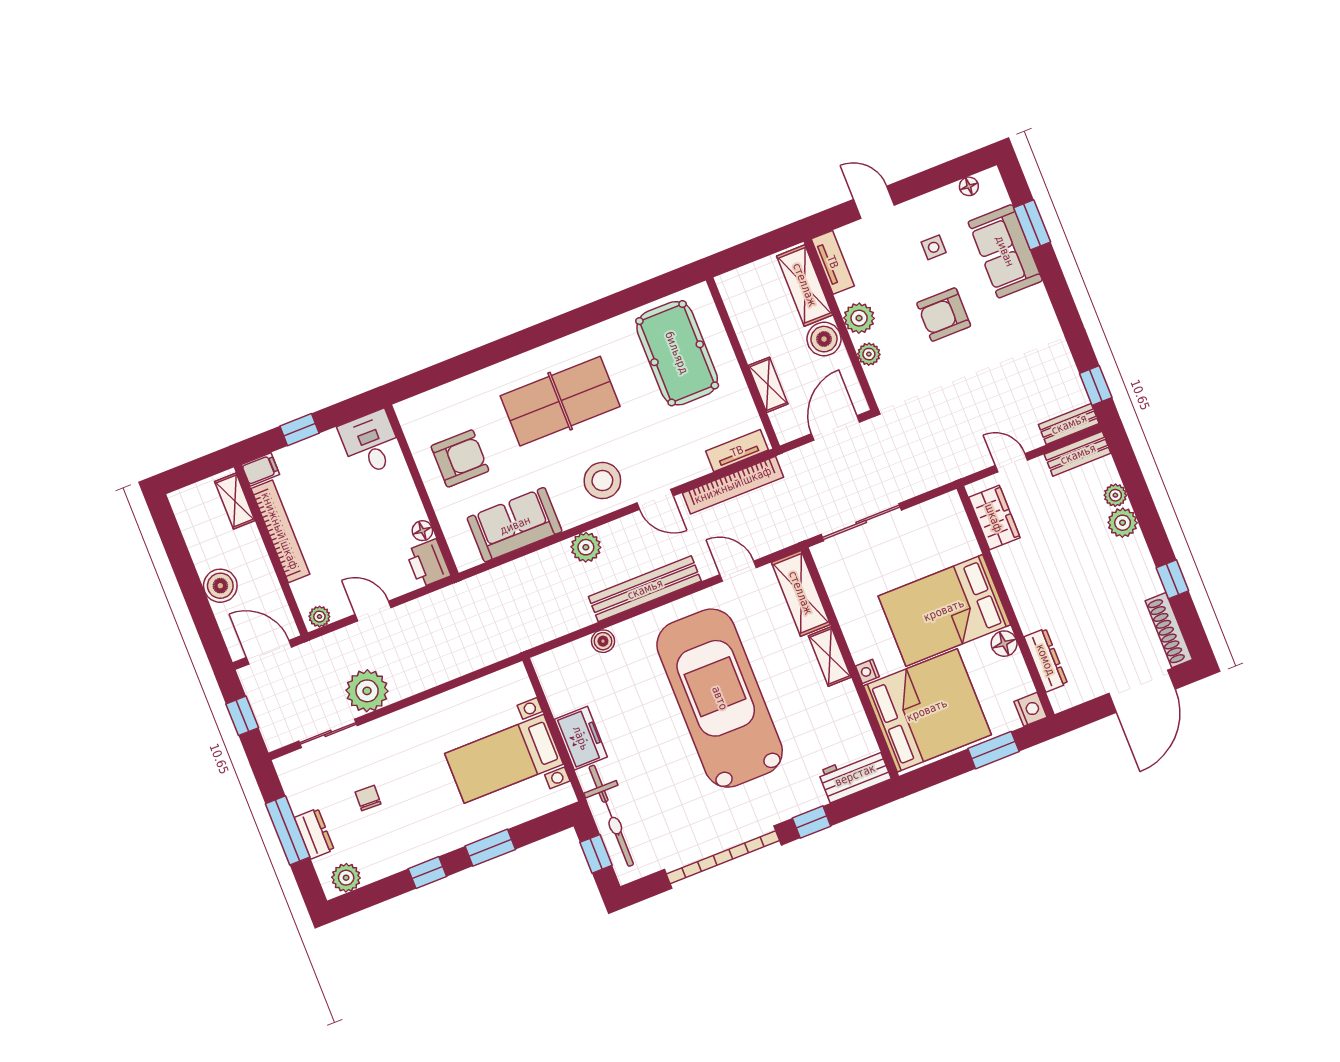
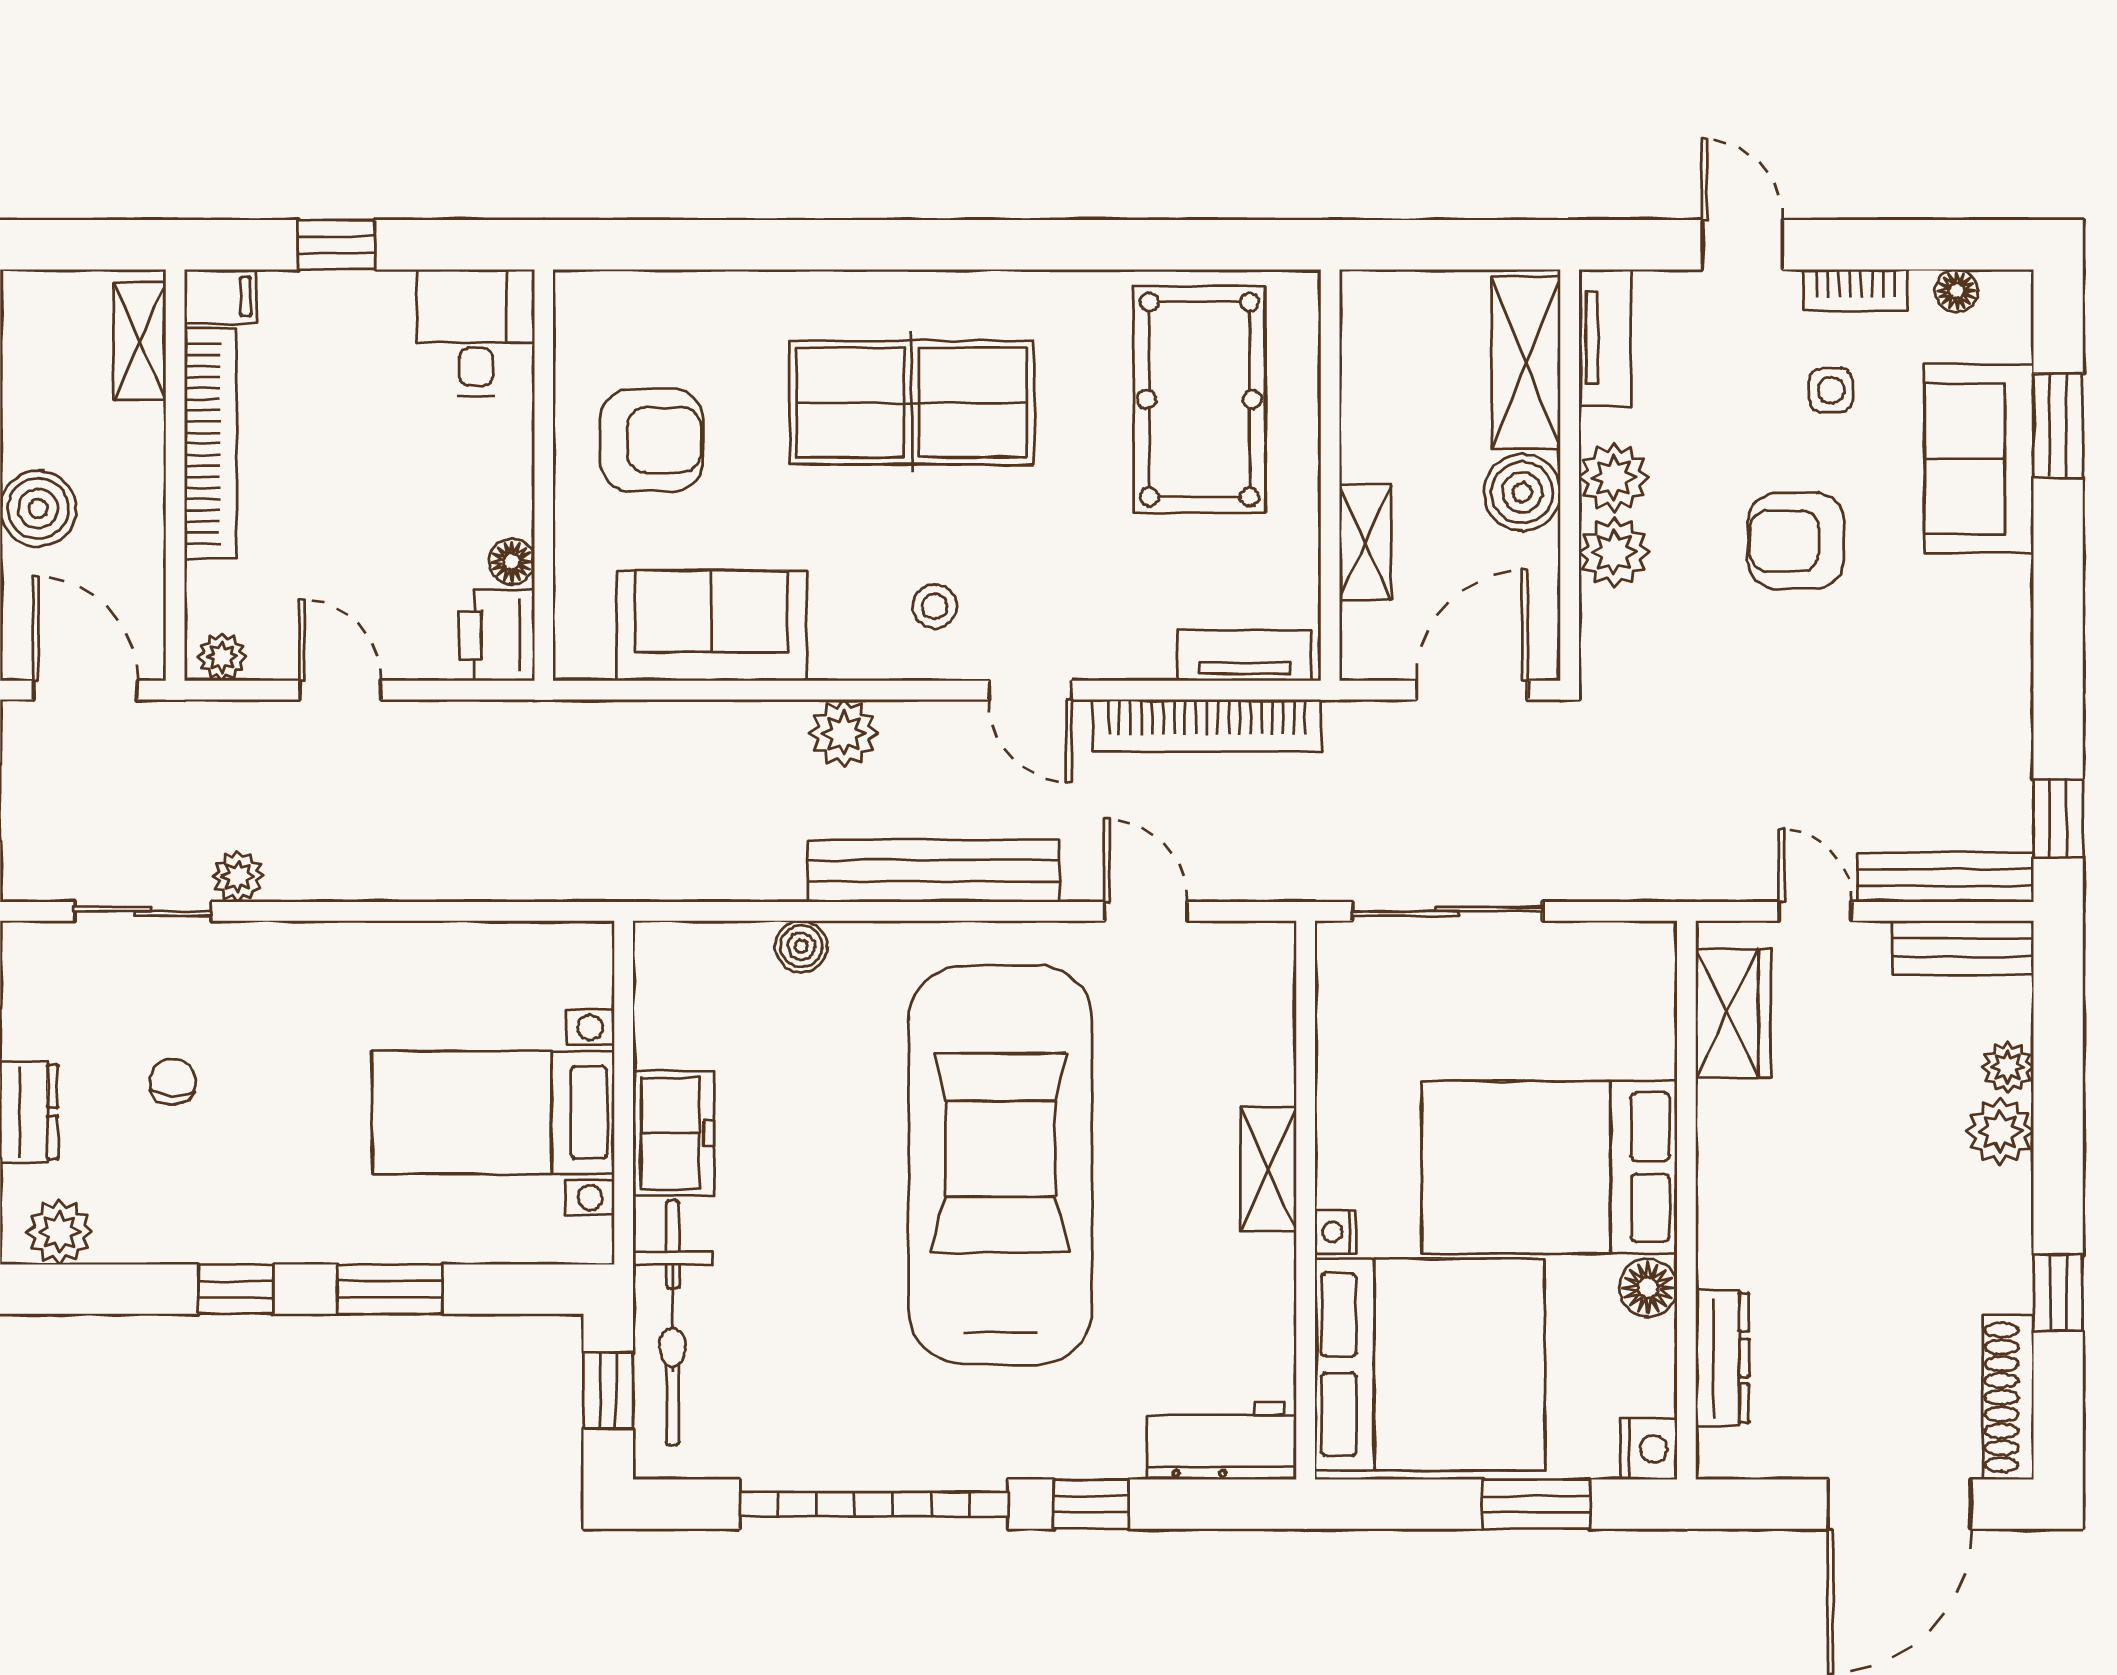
bookcase: (928, 202) -> (1856, 290), added
plant: (869, 354) -> (1614, 552), width x1.38, depth x1.38
bench: (1069, 424) -> (1945, 877), width x1.36
stool: (602, 481) -> (935, 606), width x0.53, depth x0.53
shelving: (801, 593) -> (1260, 1011), removed
plant: (367, 691) -> (238, 876), width x0.53, depth x0.53

